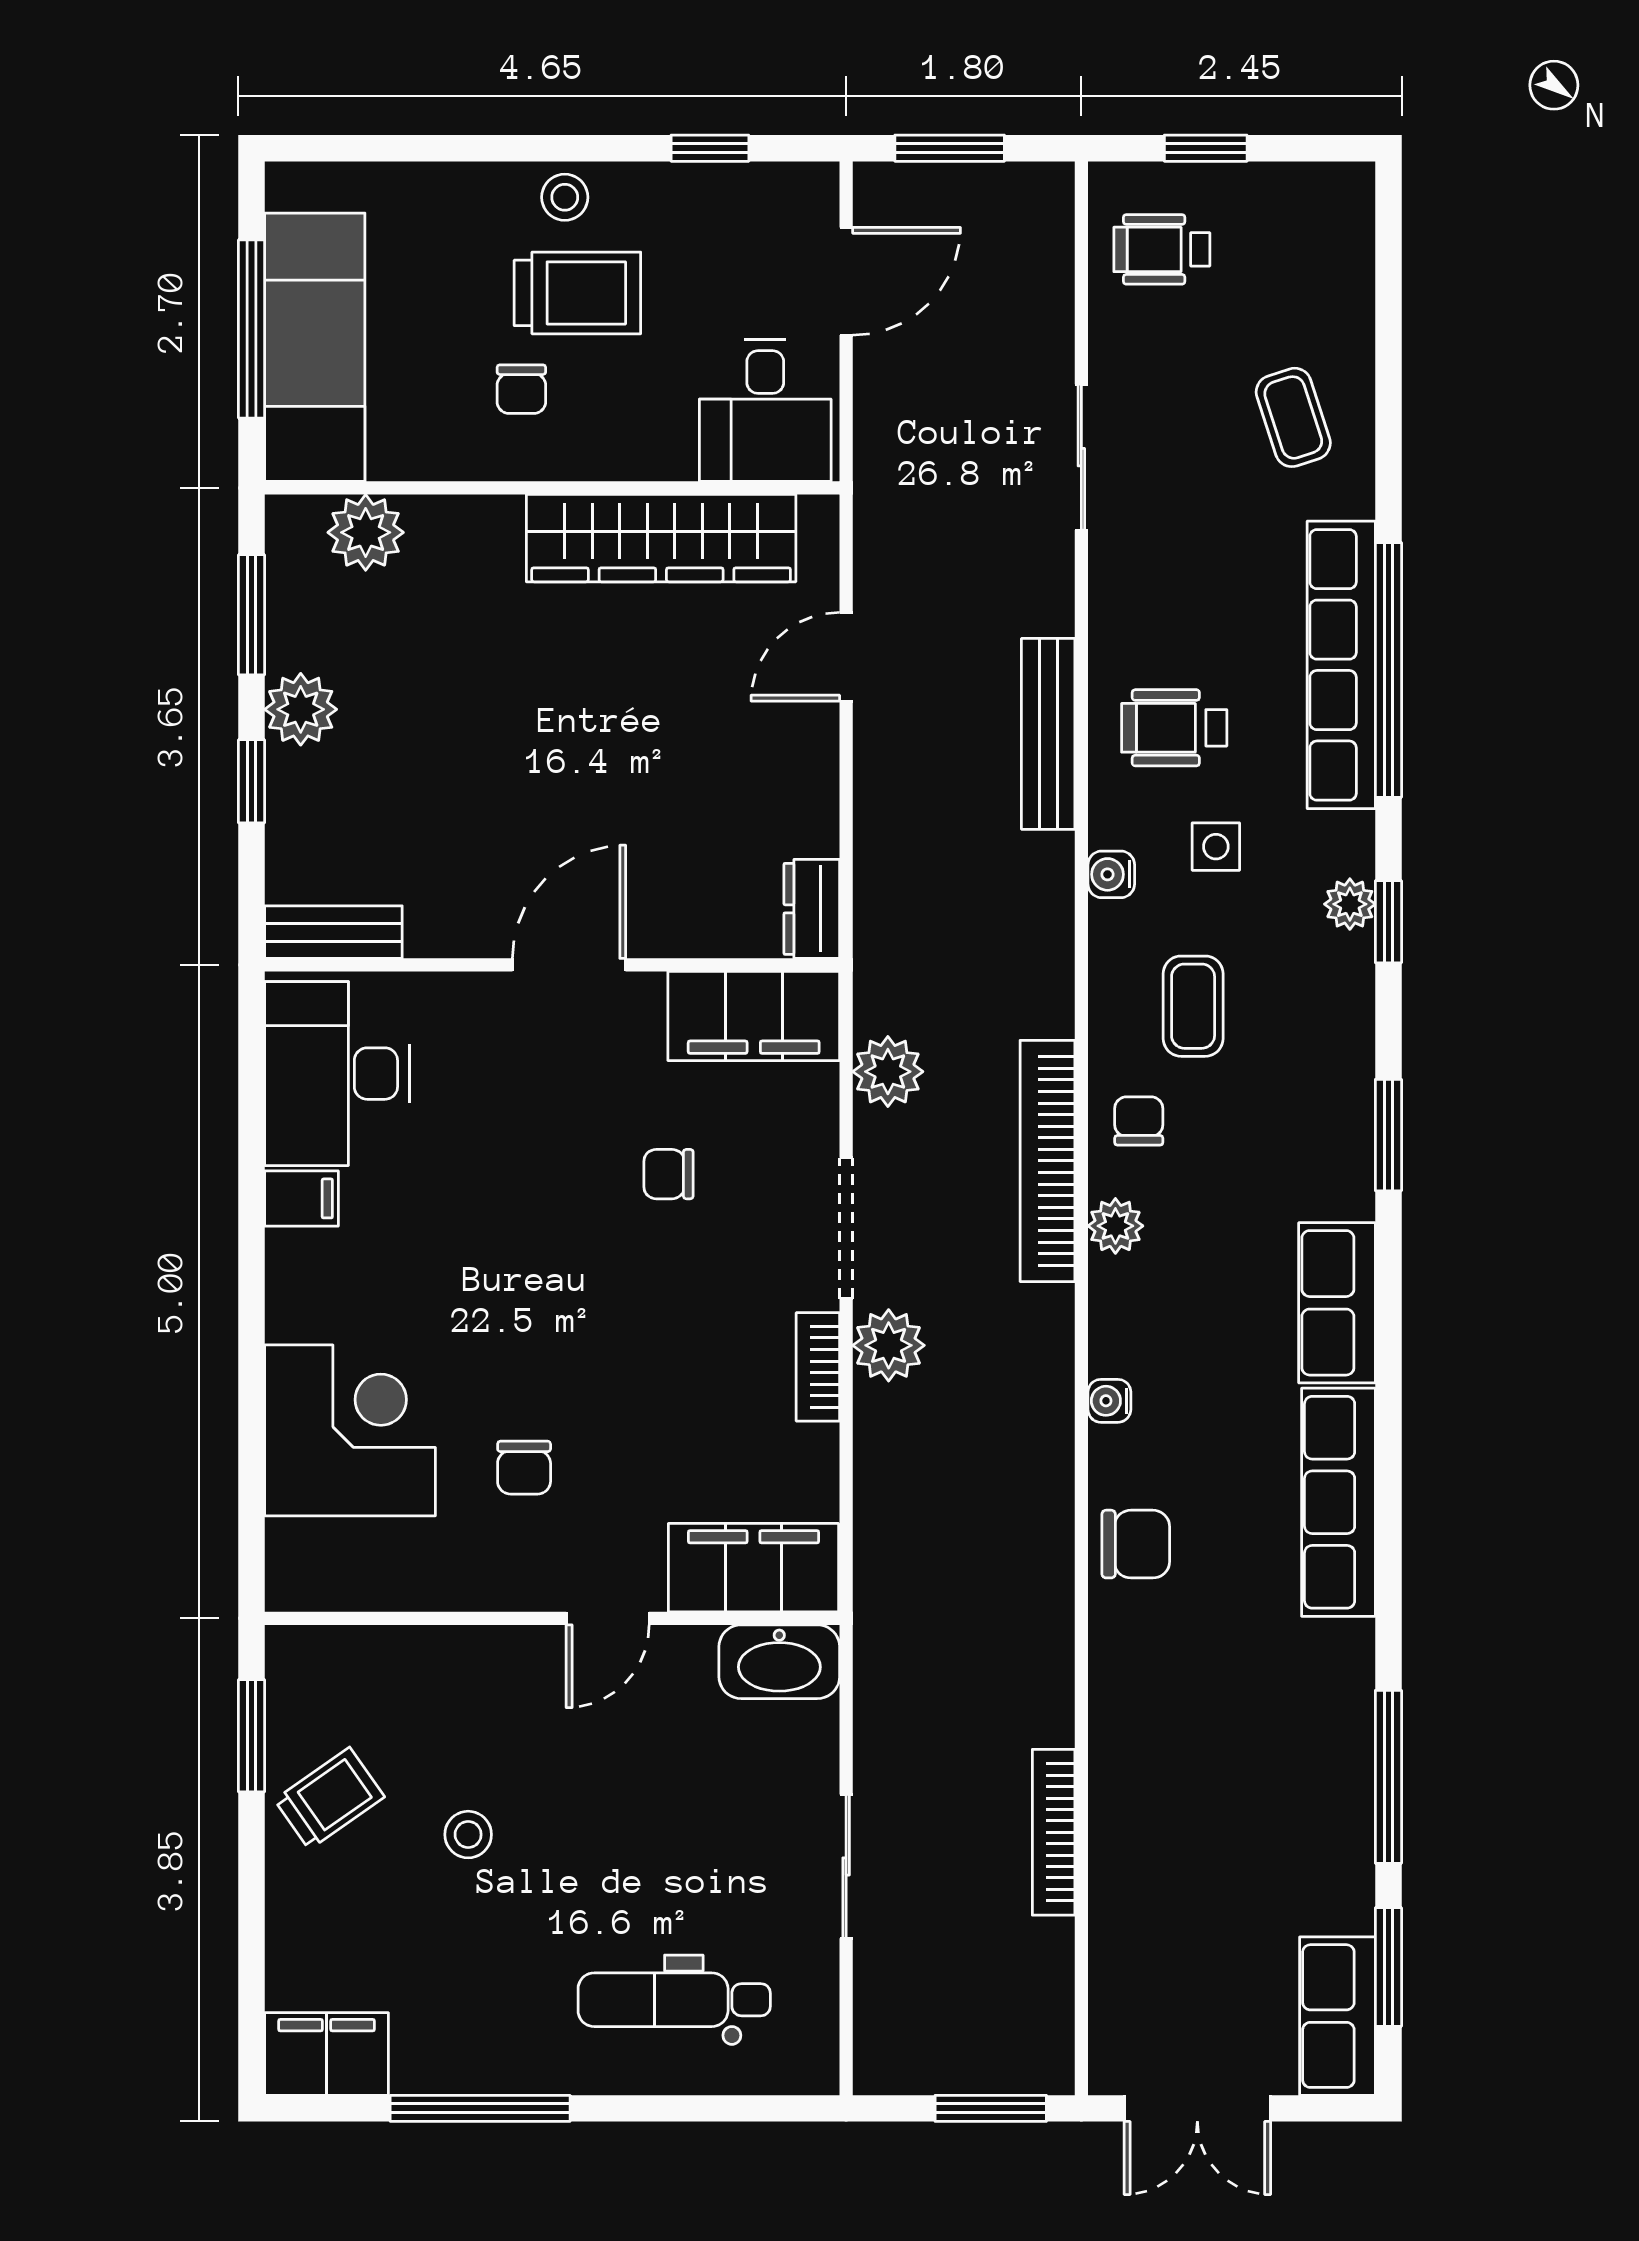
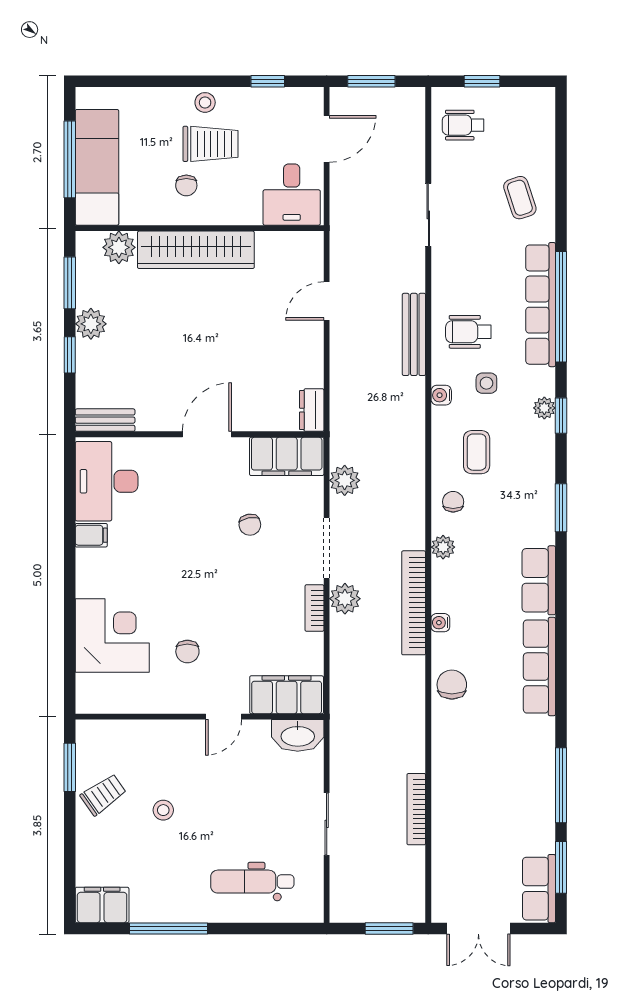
wardrobe: (661, 538) -> (196, 250), moved
bookcase: (1047, 1161) -> (414, 603), moved
chair: (669, 1174) -> (250, 525), turned -100
chair: (1136, 1544) -> (452, 685), turned -90

